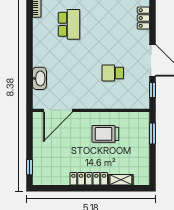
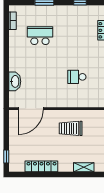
school desk: (69, 24) -> (40, 36), turned -90
locker: (89, 179) -> (41, 166), moved

